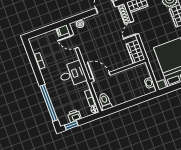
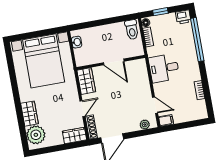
door: (102, 77) -> (114, 62), moved
printer: (74, 116) -> (183, 17), moved
window: (71, 125) -> (160, 12), moved

